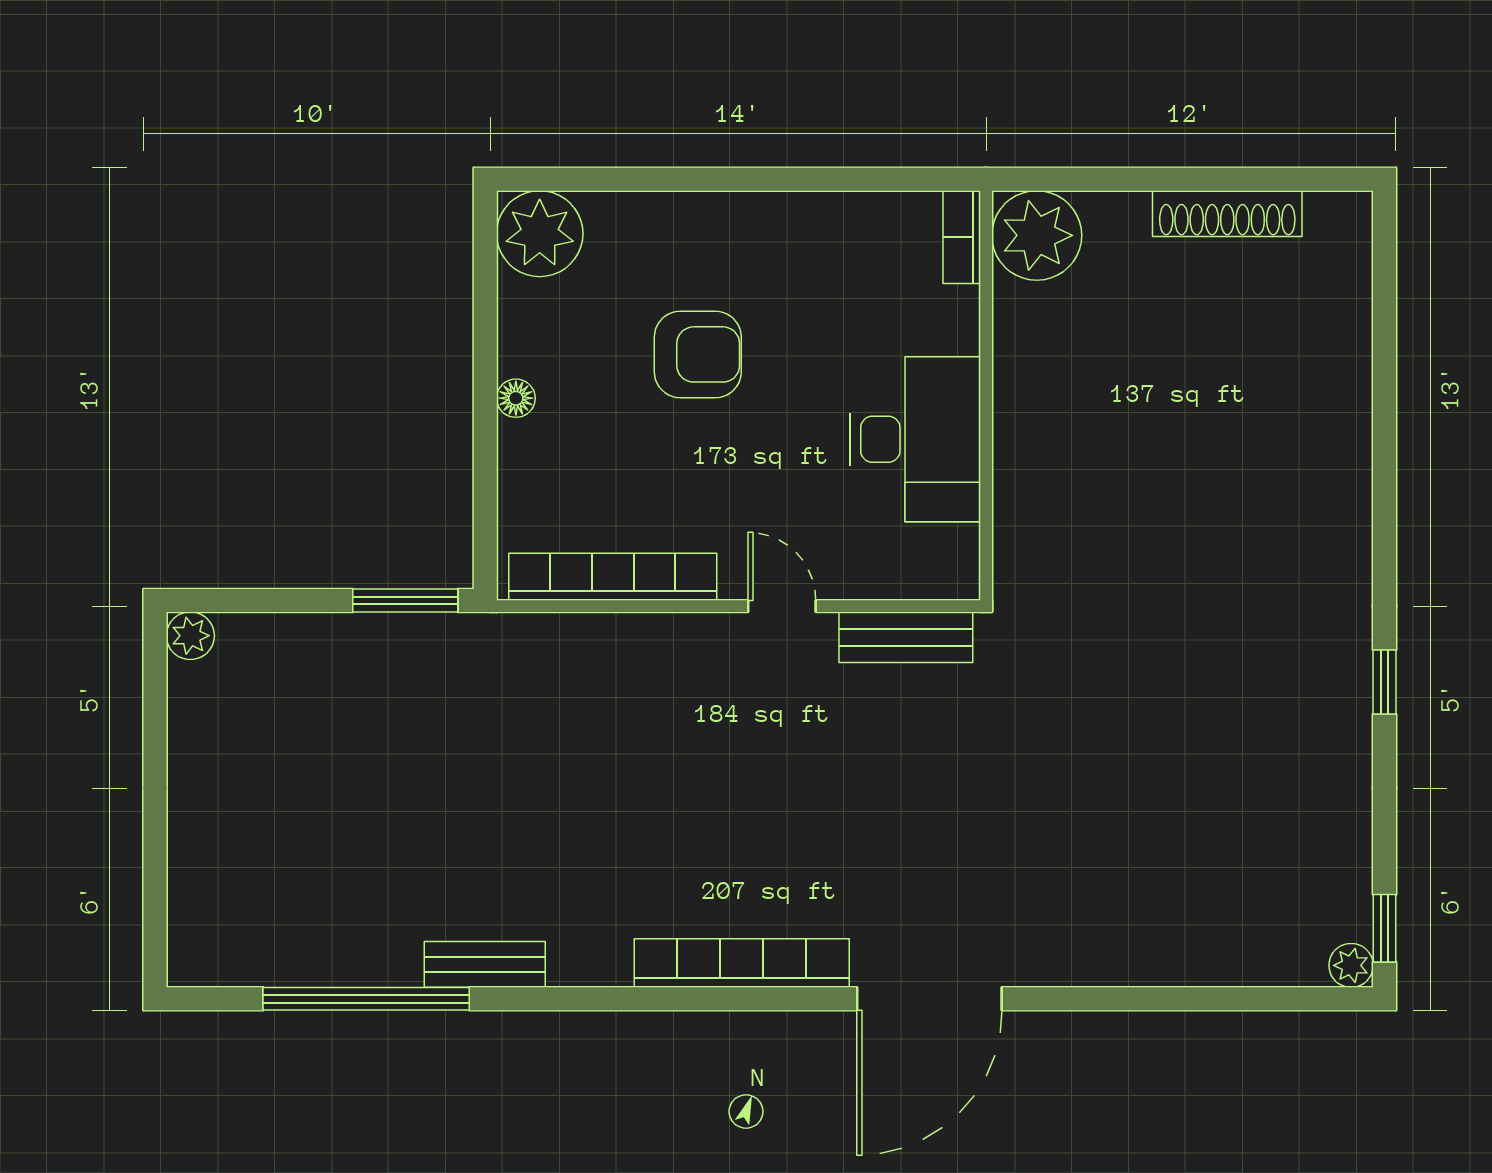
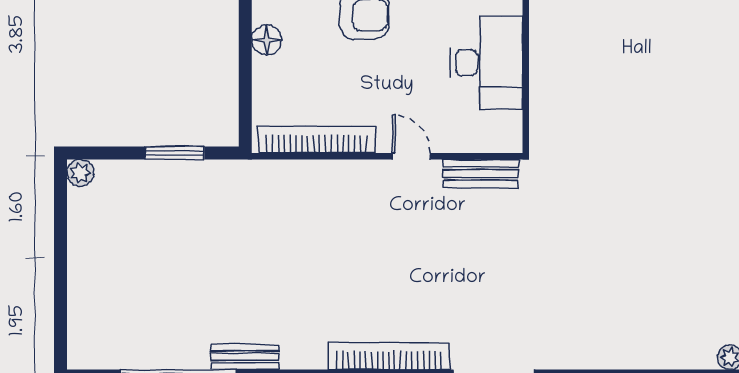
floor lamp: (516, 398) -> (266, 40), width x1.37, depth x1.37
window: (405, 600) -> (175, 153), moved

